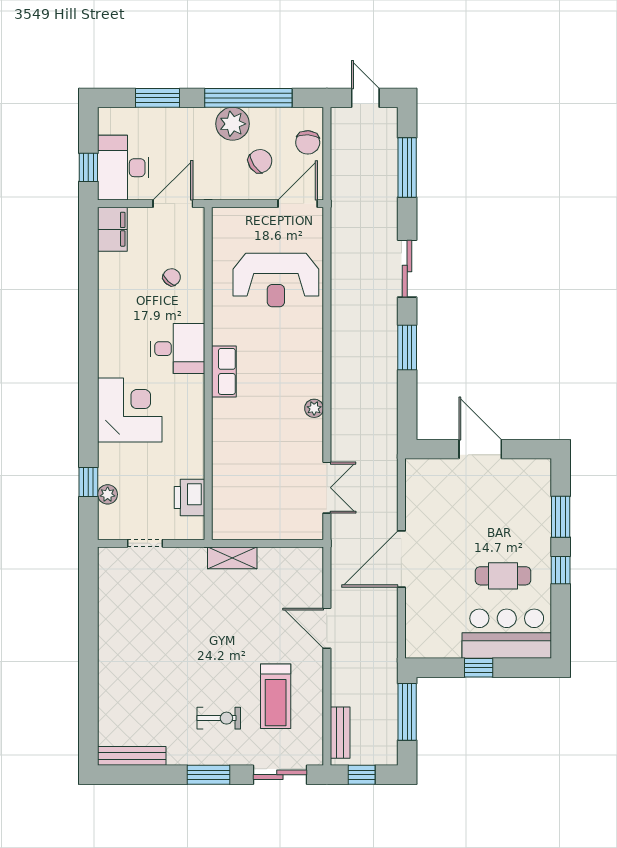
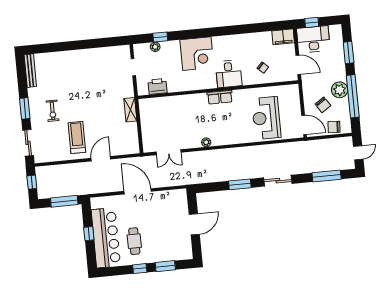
bar counter: (507, 634) -> (106, 238), width x1.36
treadmill: (276, 696) -> (77, 137), moved, turned 90
bench: (340, 733) -> (51, 170), removed

